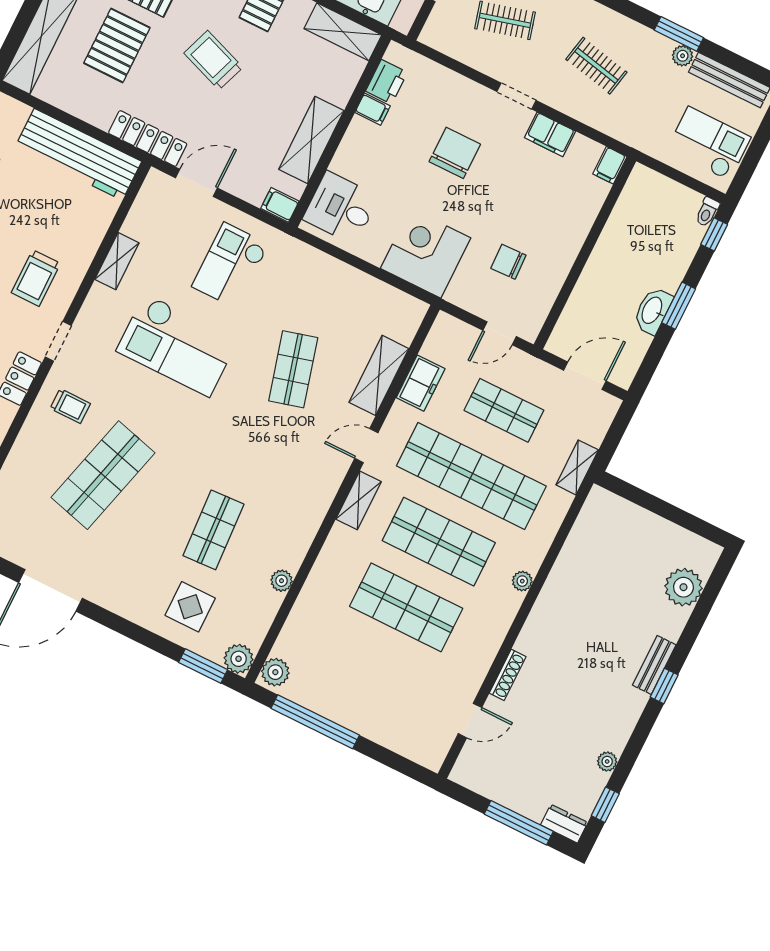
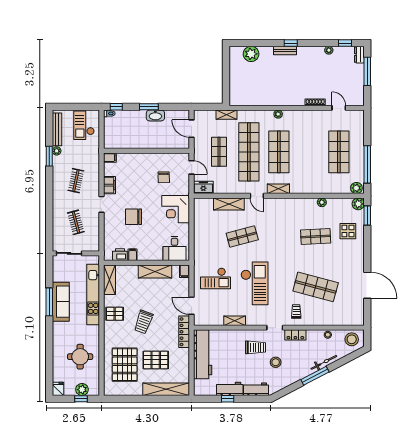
freezer: (421, 383) -> (203, 187), moved
shop shelf: (406, 607) -> (339, 152), moved

